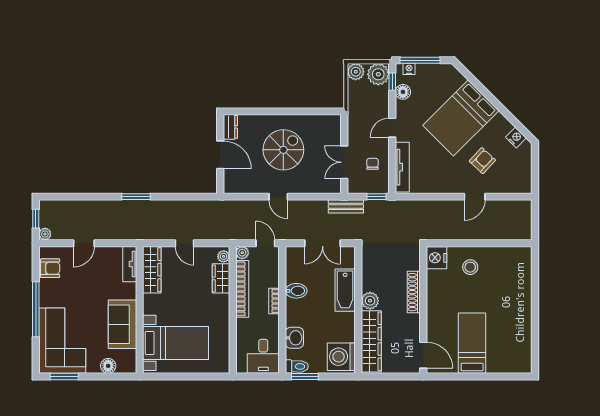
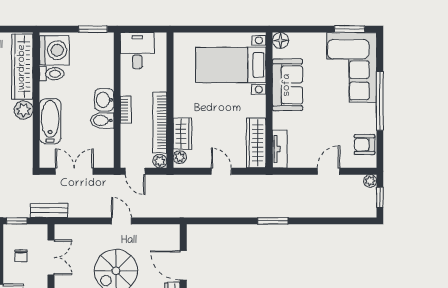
washbasin: (294, 338) -> (104, 100), moved
floor lamp: (108, 366) -> (280, 40), moved
toilet: (297, 366) -> (52, 74), moved, turned 180

